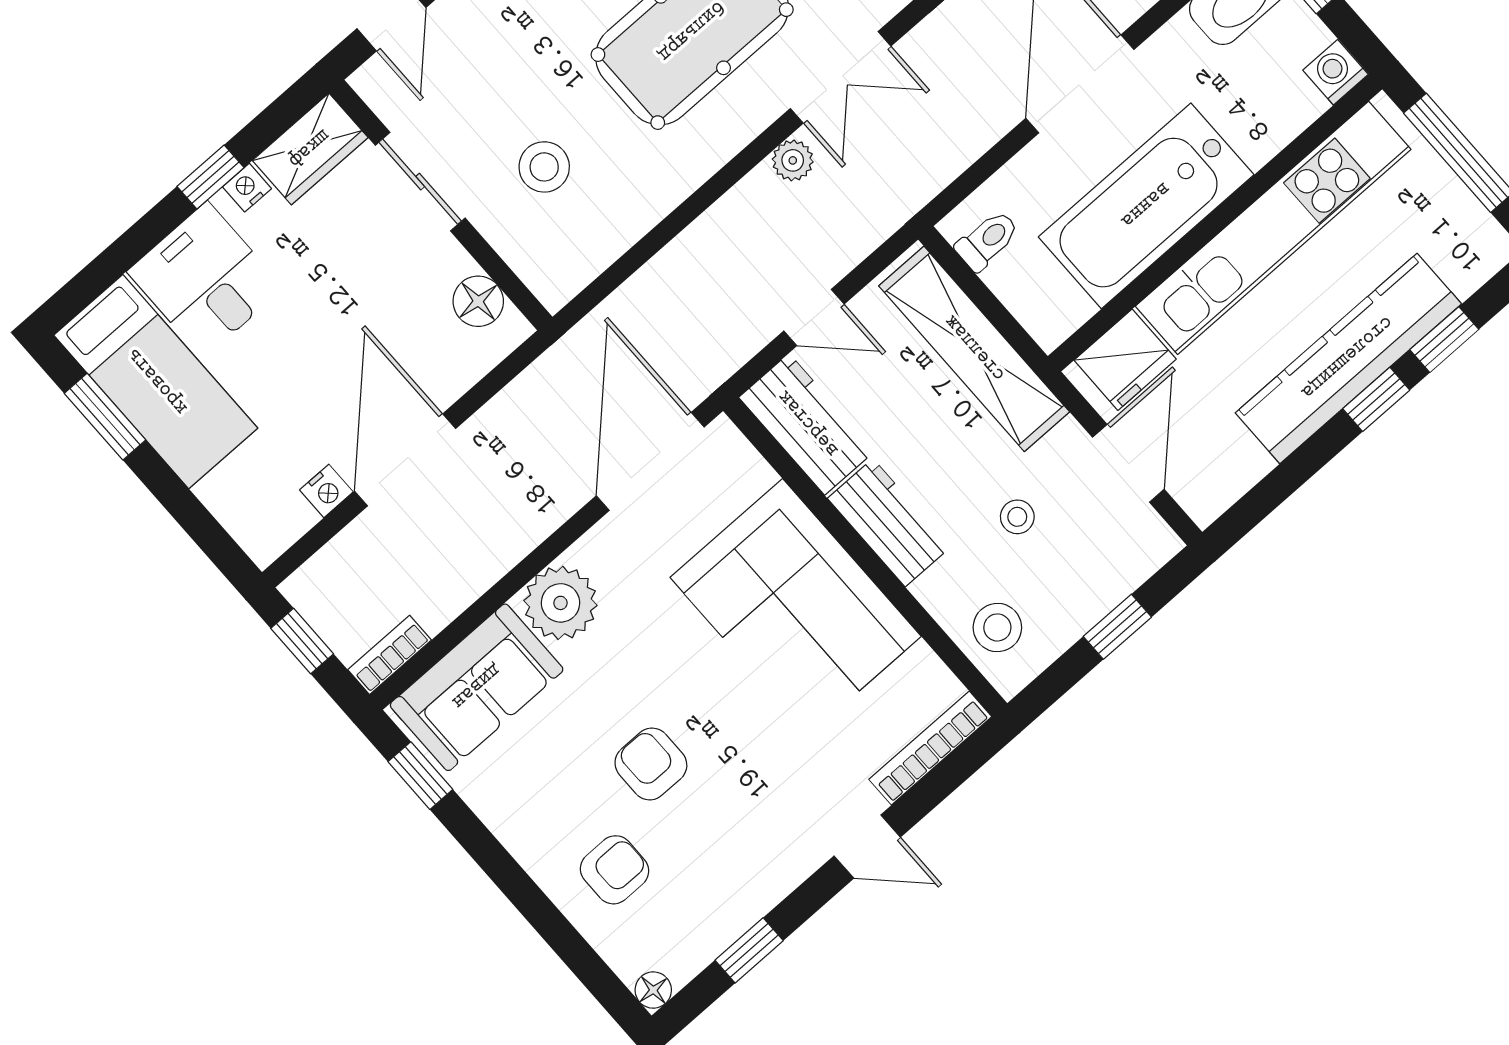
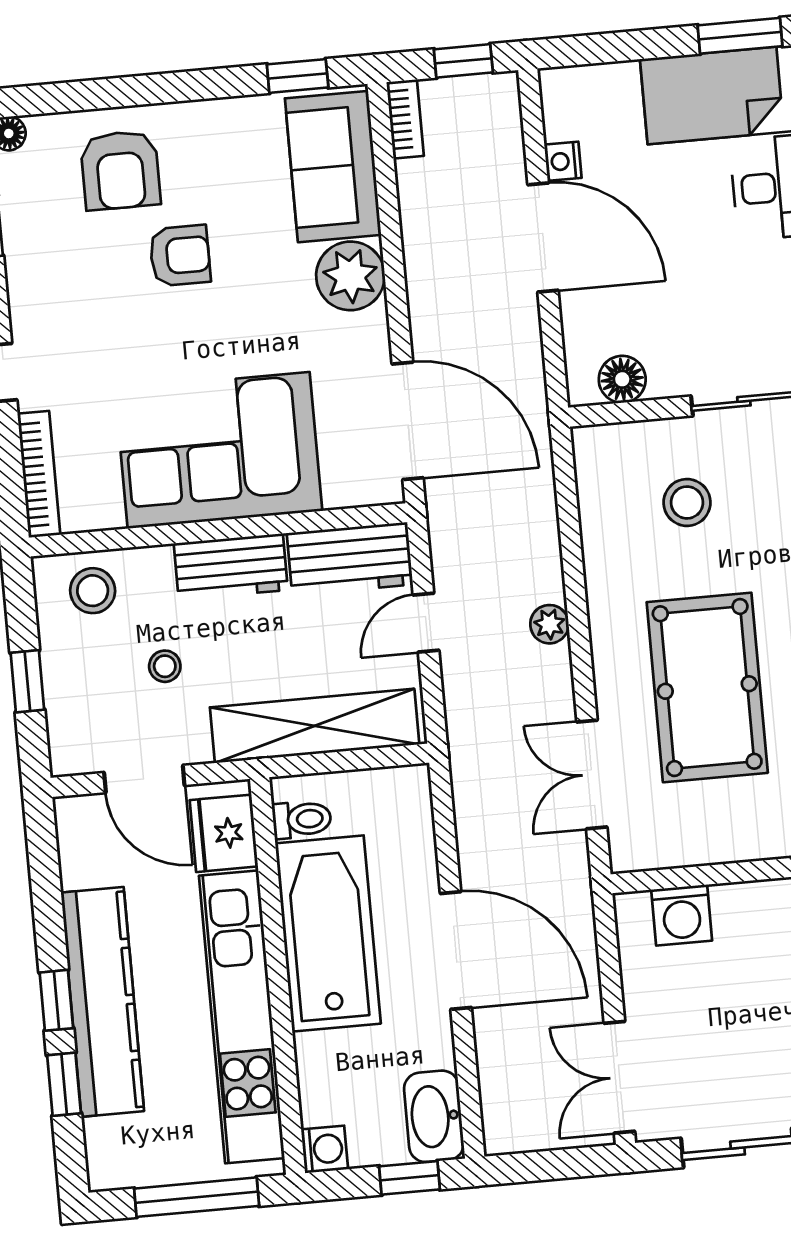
plant: (793, 160) -> (549, 624), moved
toilet: (987, 240) -> (302, 819), moved, turned -90
armchair: (614, 870) -> (120, 170), width x1.38, depth x1.38

